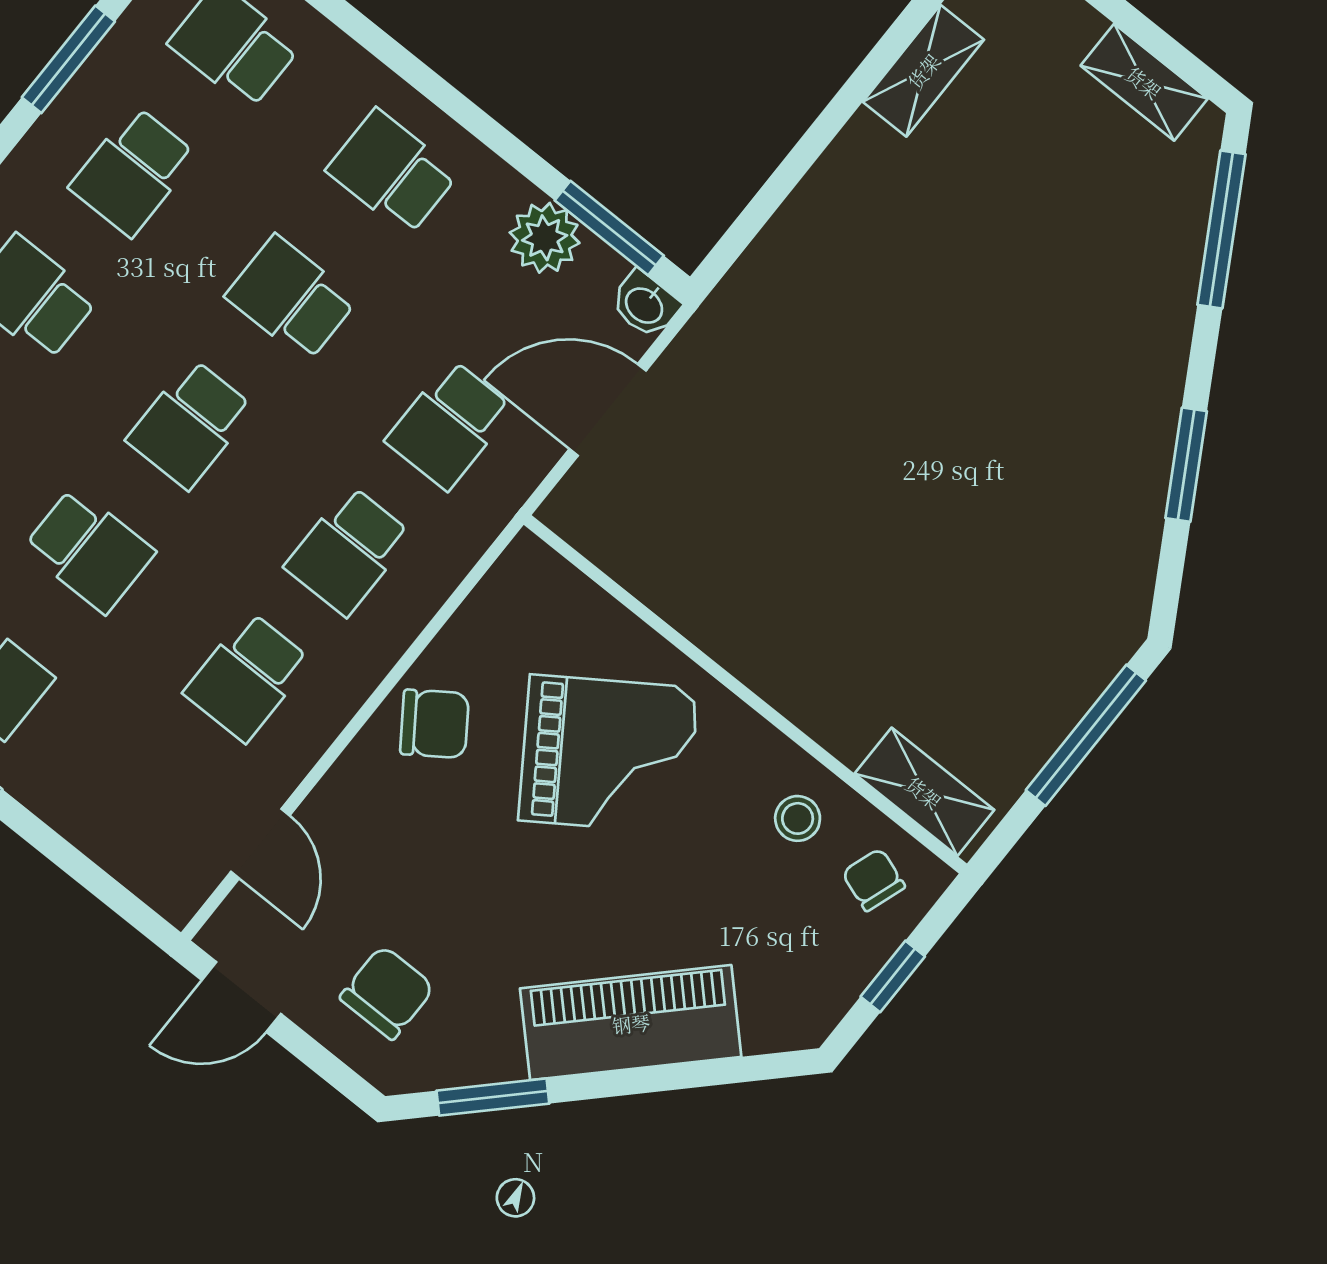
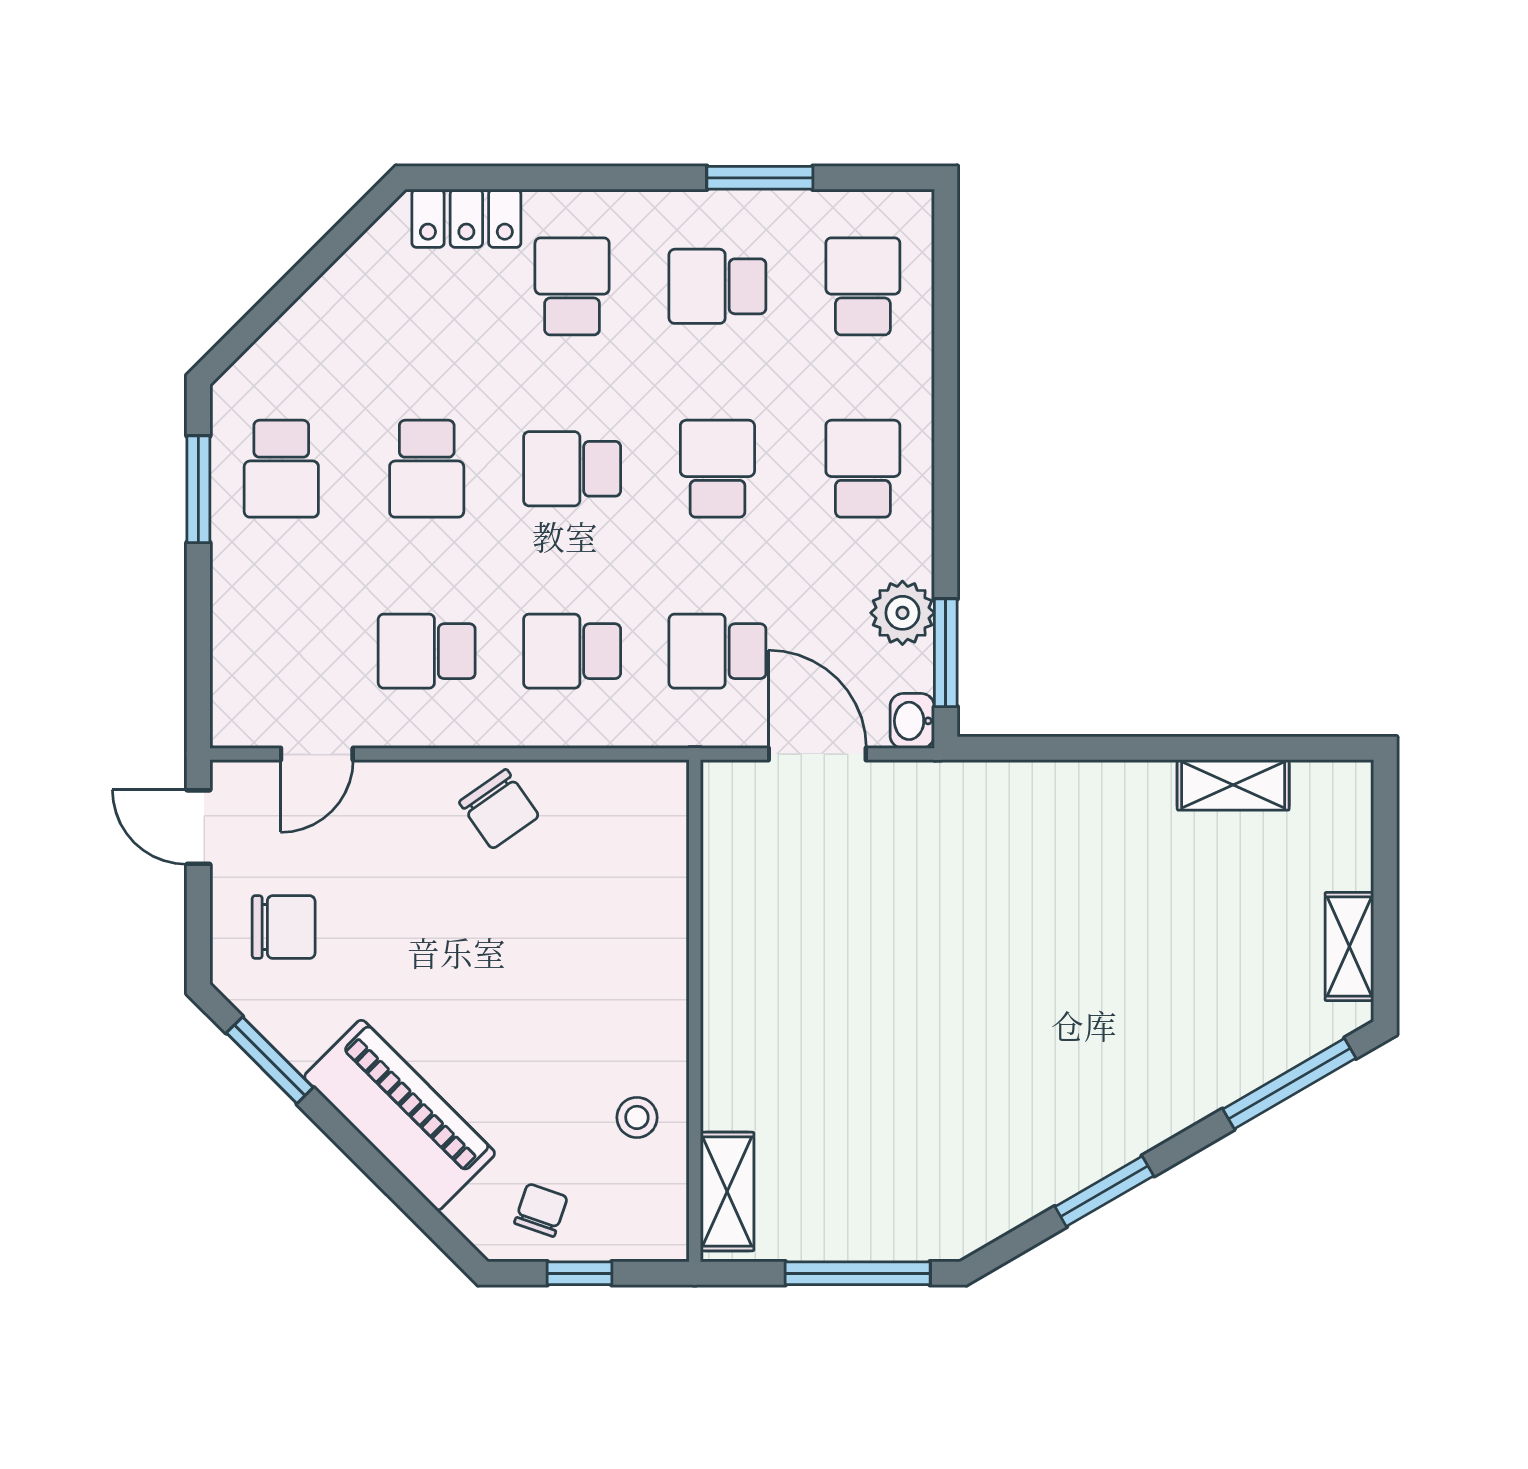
grand piano: (608, 754) -> (576, 948), removed
chair: (873, 880) -> (541, 1210), moved

